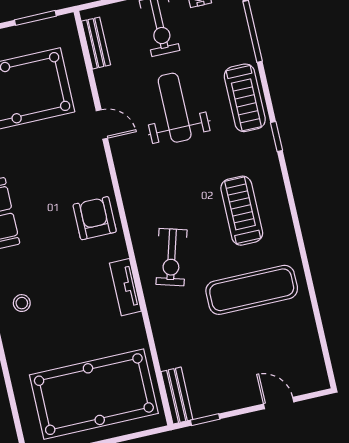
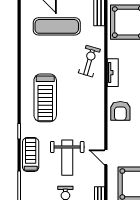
treadmill: (242, 211) -> (45, 98), width x1.37, depth x1.38
exercise bike: (171, 257) -> (89, 61), moved
exercise mat: (252, 290) -> (57, 26), moved

